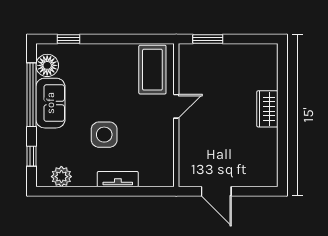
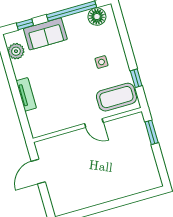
window: (69, 39) -> (136, 78), moved
sofa: (50, 103) -> (45, 34), moved
wardrobe: (267, 109) -> (112, 192), removed
side table: (104, 135) -> (101, 62), moved, width x0.54, depth x0.54

